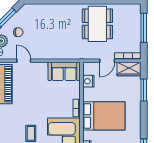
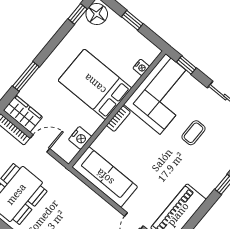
sofa: (64, 71) -> (105, 177), width x1.36

